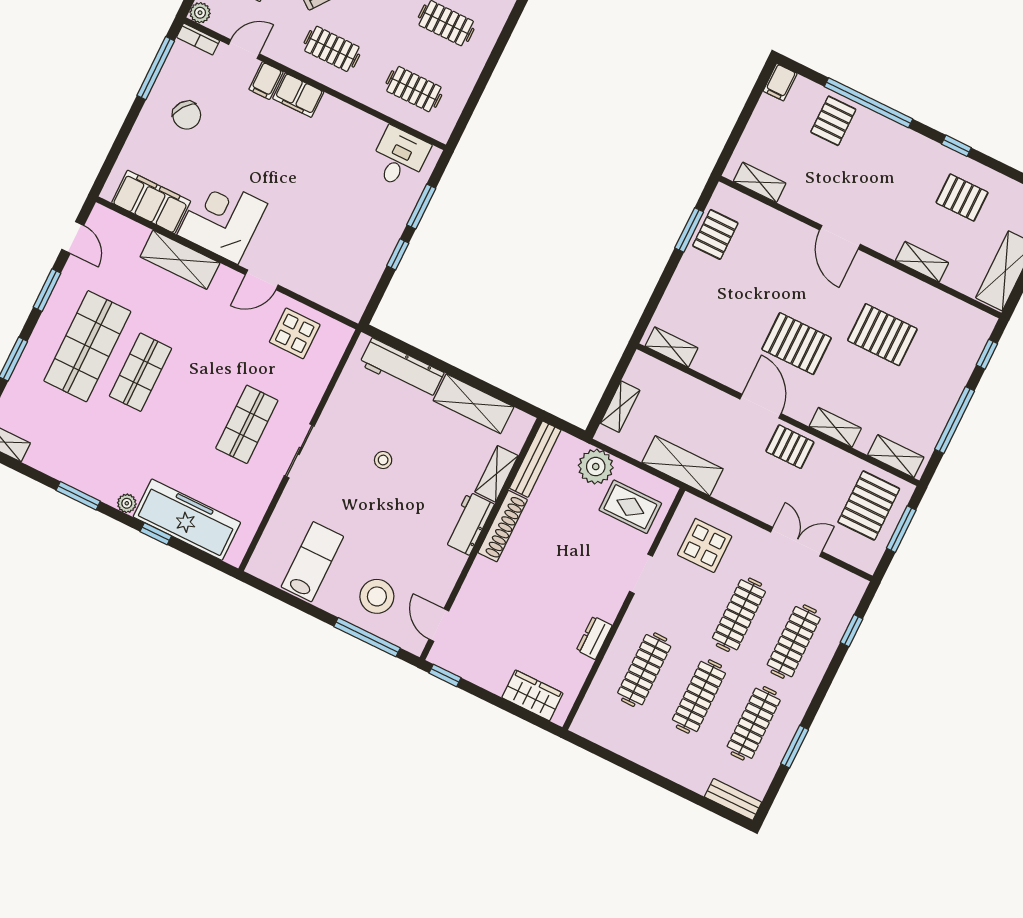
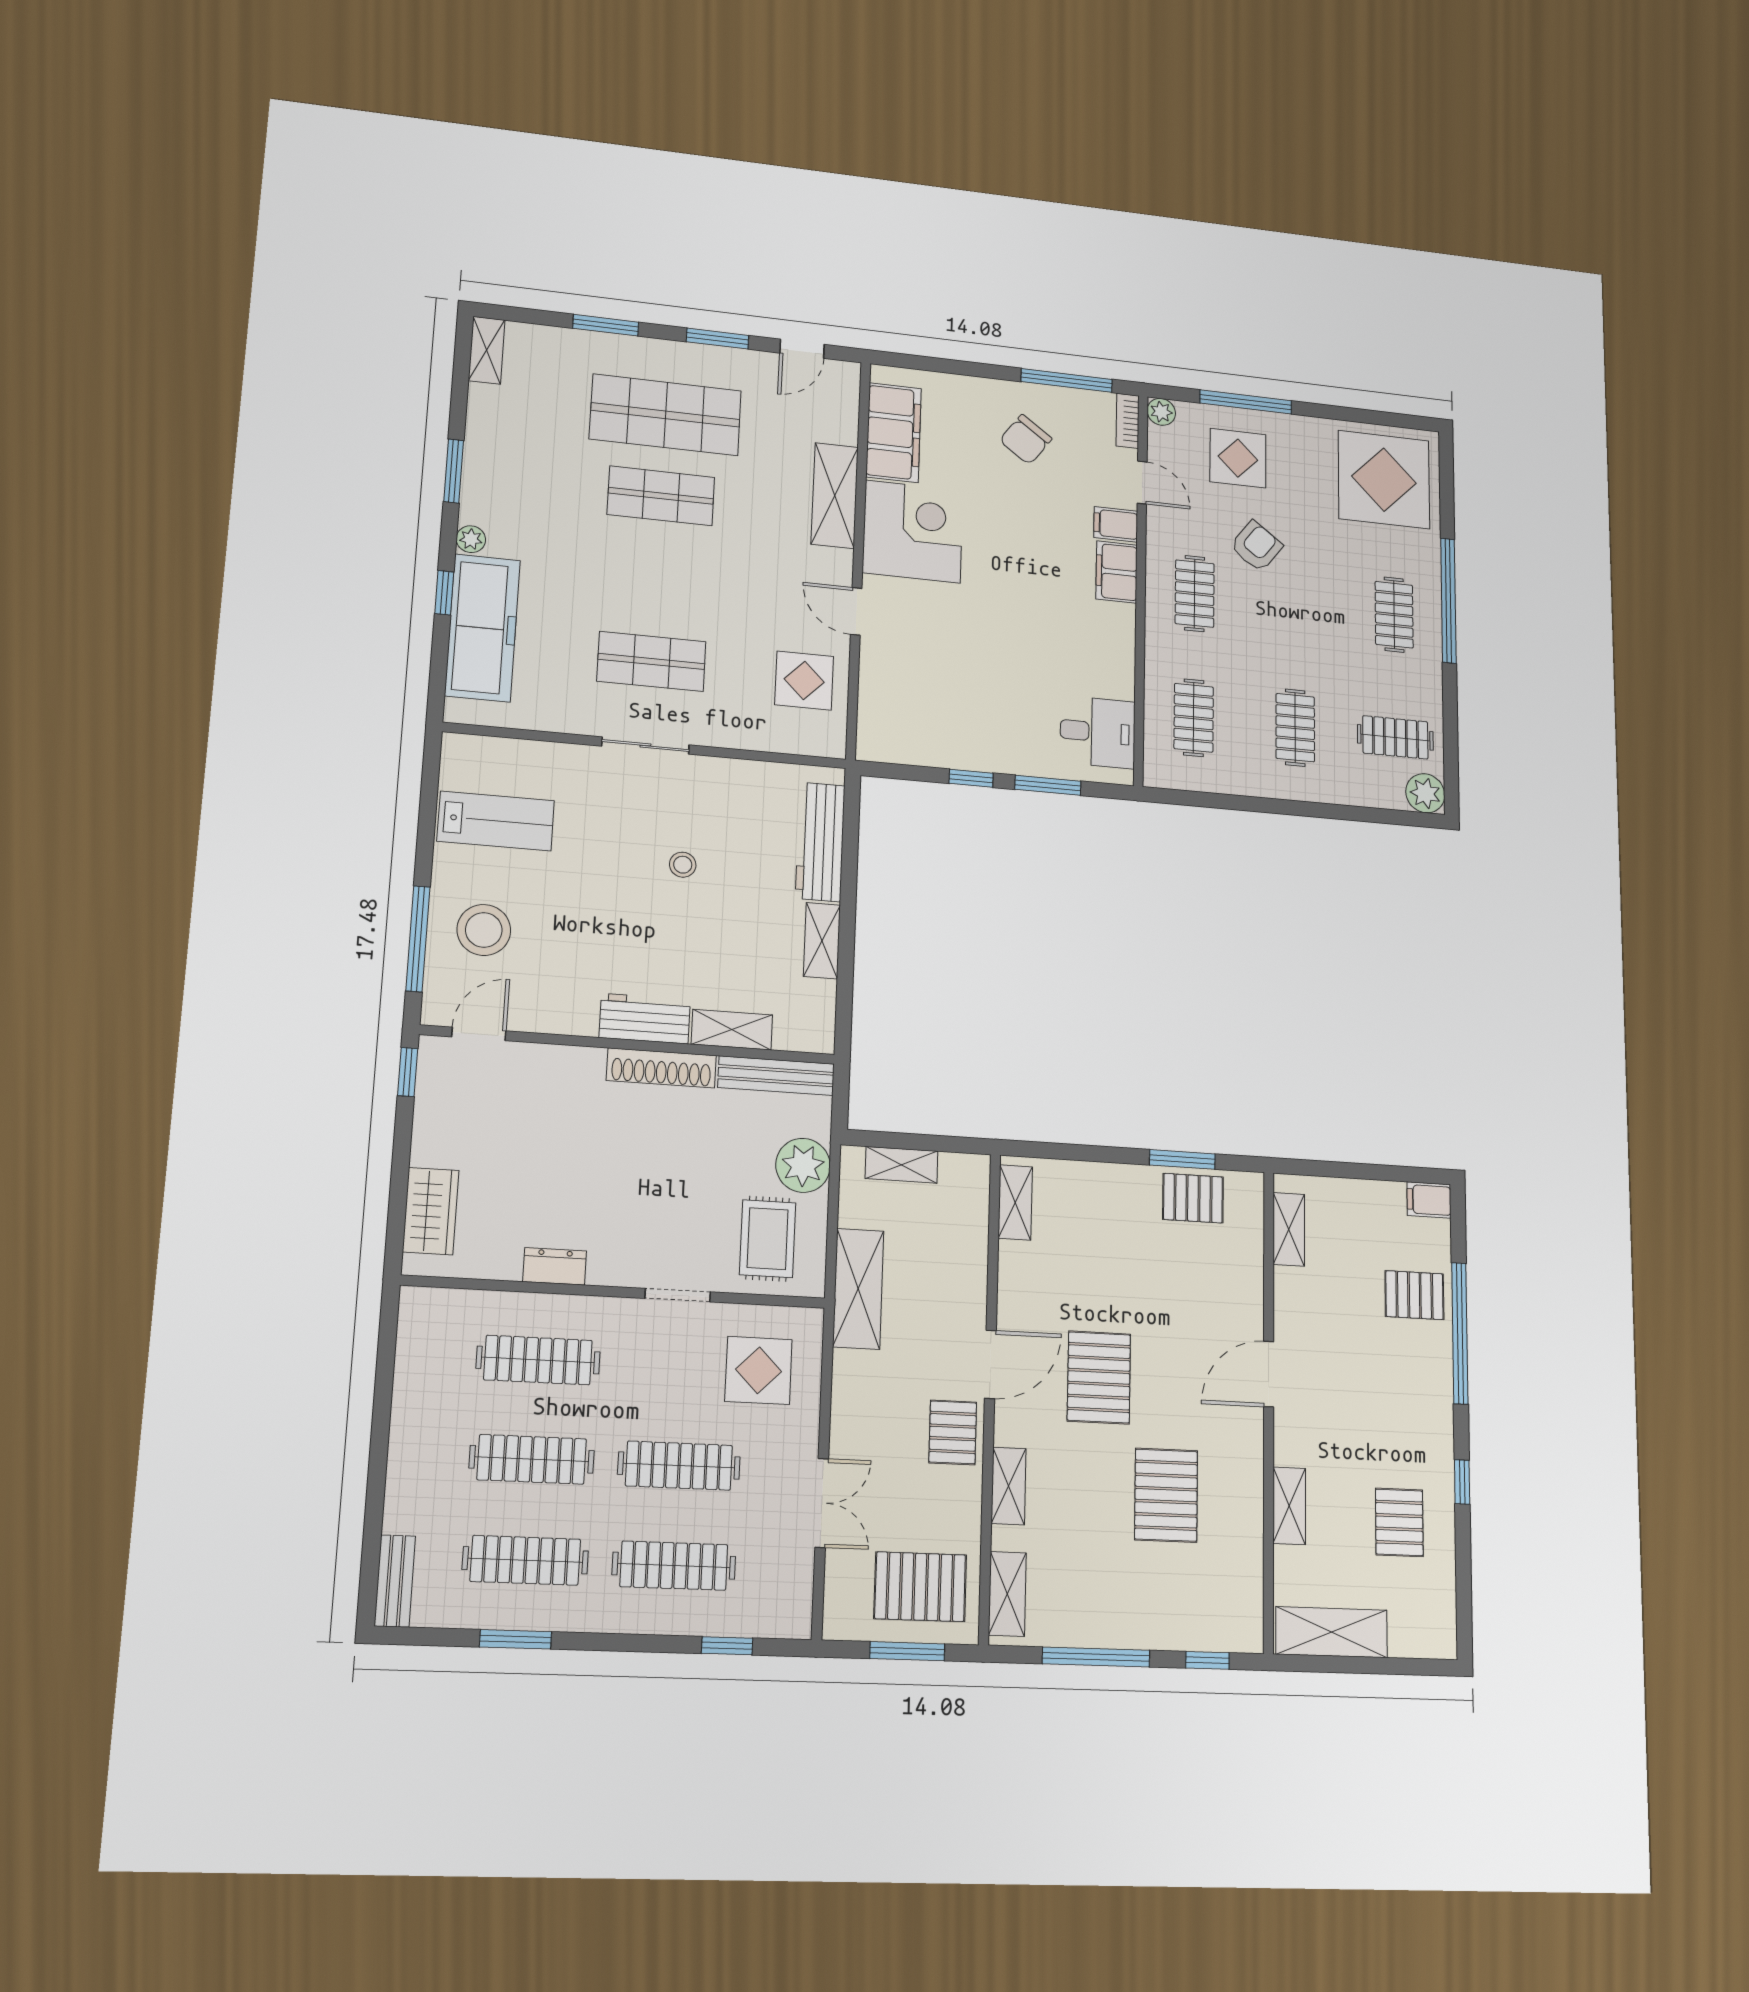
shelving: (473, 404) -> (822, 941), width x0.67, depth x0.75

